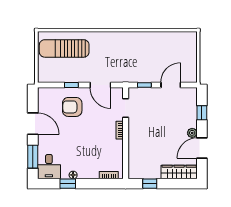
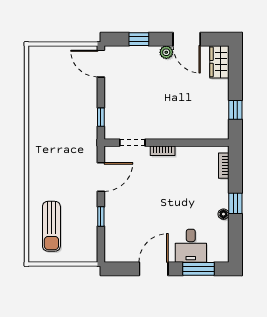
sun lounger: (64, 48) -> (51, 226), width x0.73, depth x0.75
door: (171, 85) -> (101, 64), moved
armchair: (72, 107) -> (131, 215), removed
desk: (49, 167) -> (191, 246), moved, turned 90
wardrobe: (179, 172) -> (219, 62), width x0.67
window: (68, 184) -> (235, 203), moved

